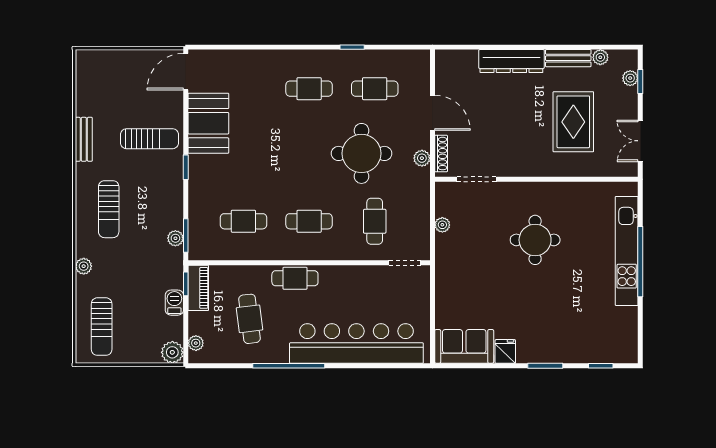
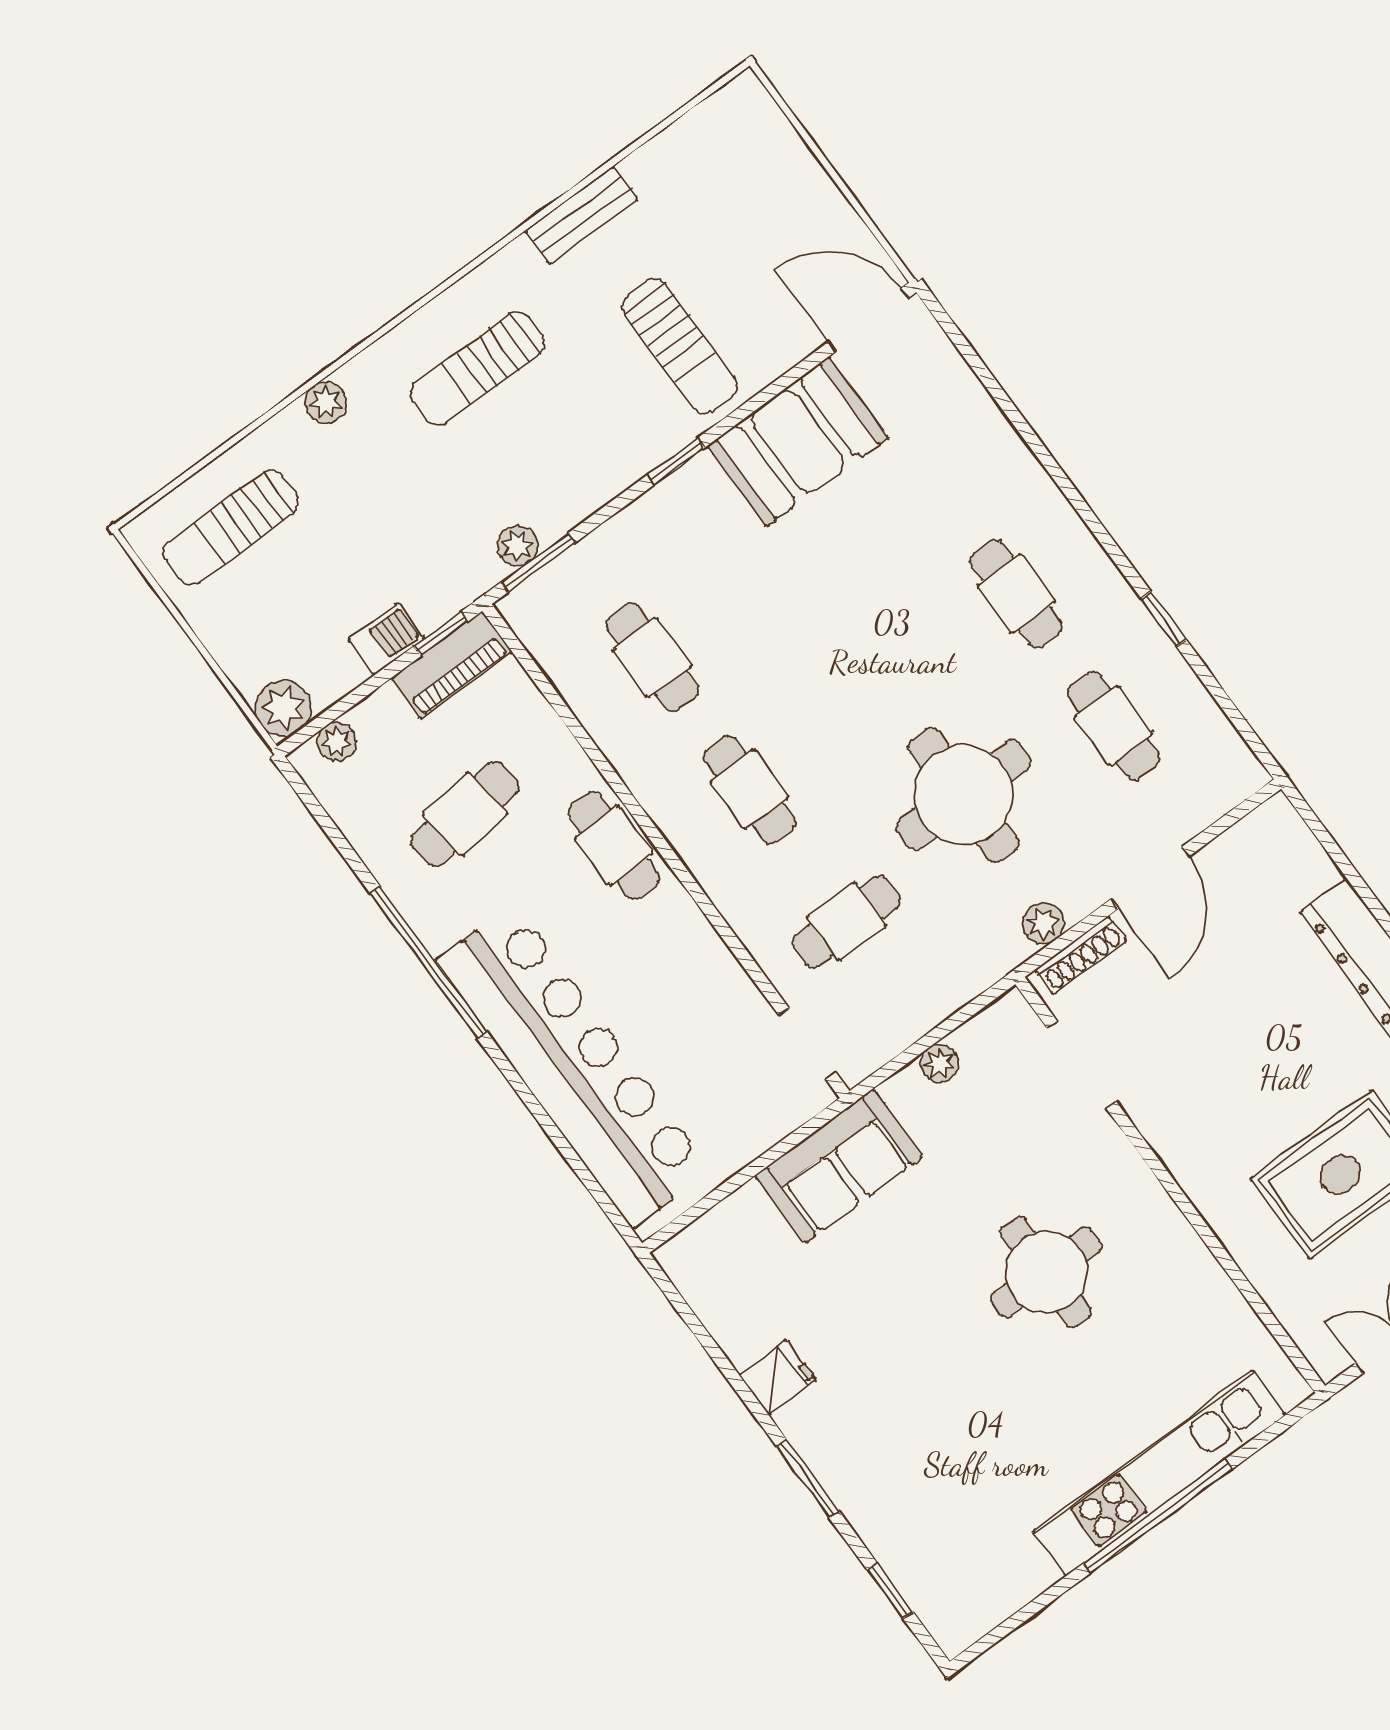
sofa: (464, 346) -> (839, 1166), moved, turned 90

